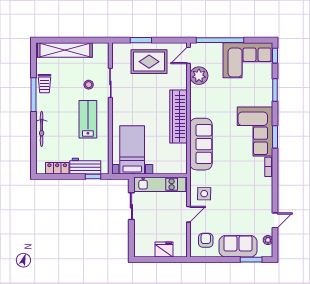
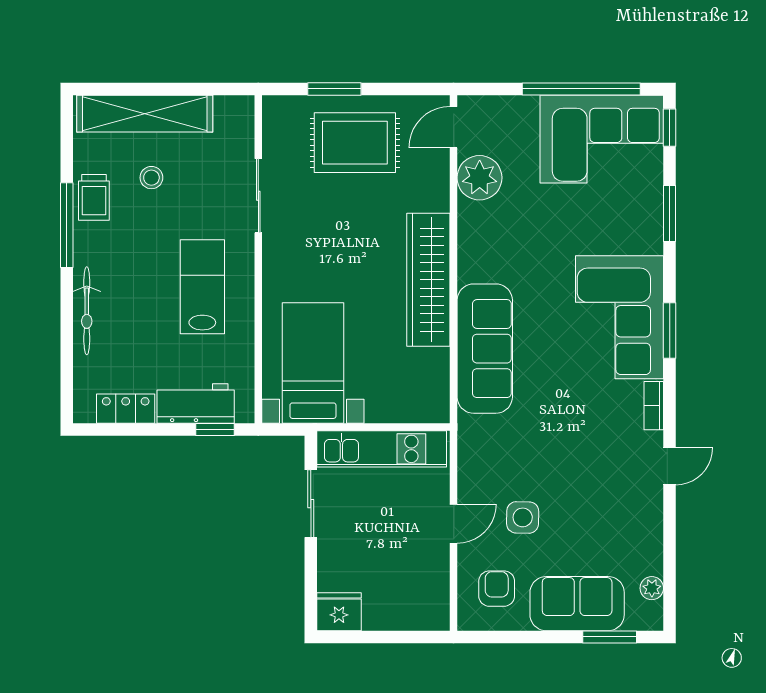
window: (220, 40) -> (581, 89), moved
stool: (89, 85) -> (151, 178), moved
side table: (204, 194) -> (523, 517), moved
door: (275, 220) -> (670, 466), moved
fridge: (164, 250) -> (339, 612), moved

